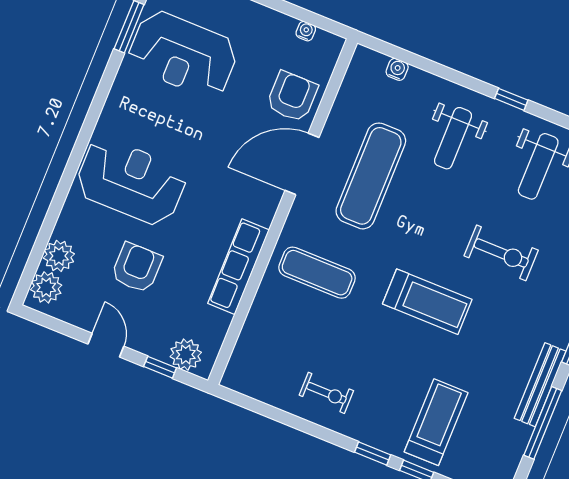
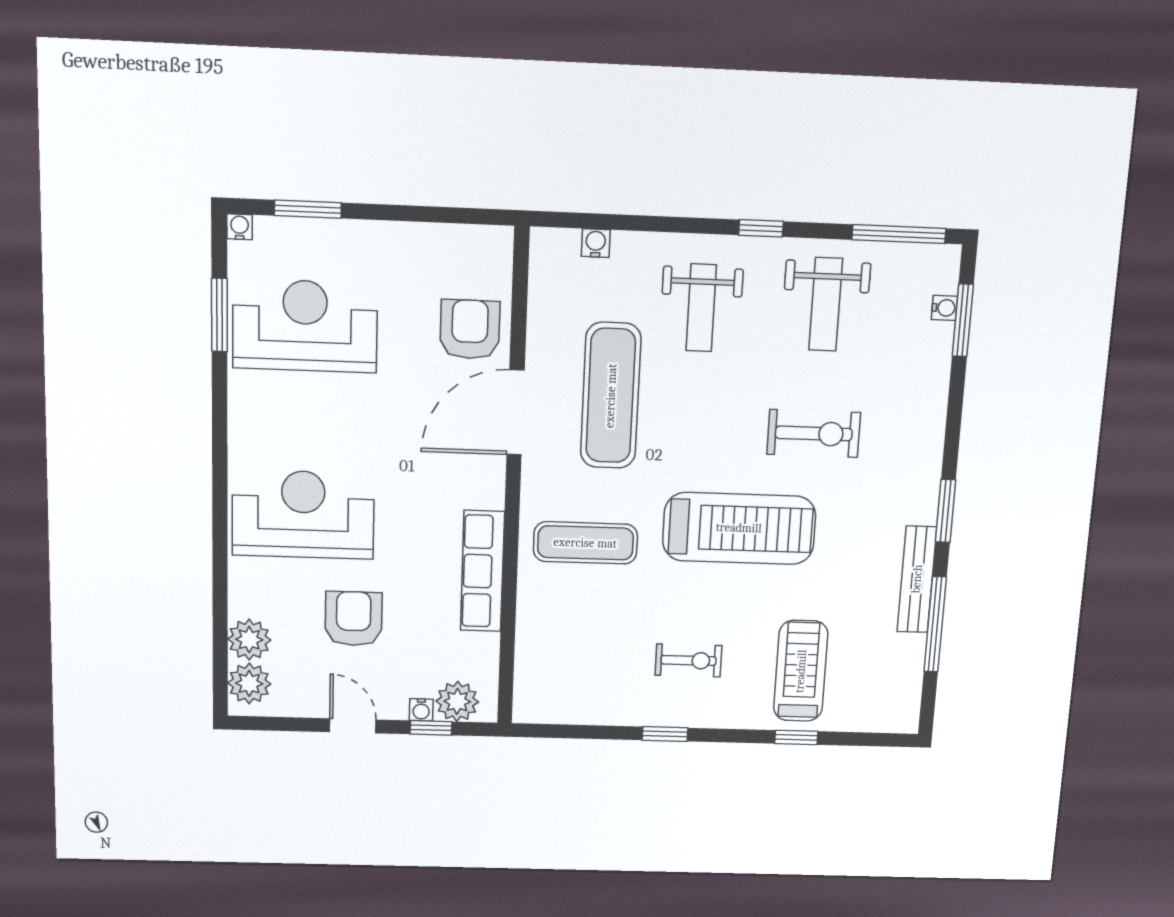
water cooler: (306, 31) -> (421, 710), moved, turned 180
reception desk: (183, 54) -> (305, 326), turned 180
treadmill: (427, 302) -> (739, 528), width x1.37, depth x1.38
exercise bike: (326, 393) -> (689, 660), moved
window: (373, 454) -> (665, 734), moved

